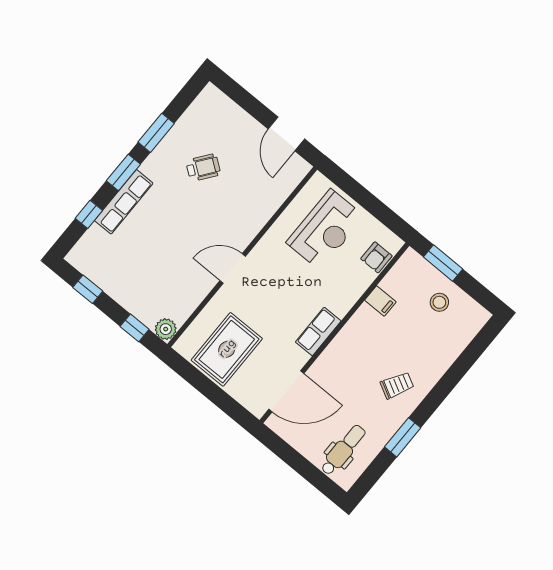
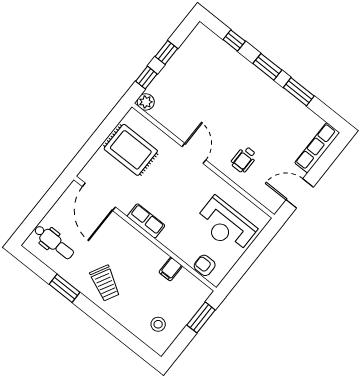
wheelchair: (203, 168) -> (244, 159), moved, turned 53
row of seats: (124, 202) -> (317, 148), moved, turned 90
window: (88, 289) -> (166, 52), moved
stool: (439, 302) -> (158, 324), moved
trolley: (397, 385) -> (105, 283), width x1.36, depth x1.39

